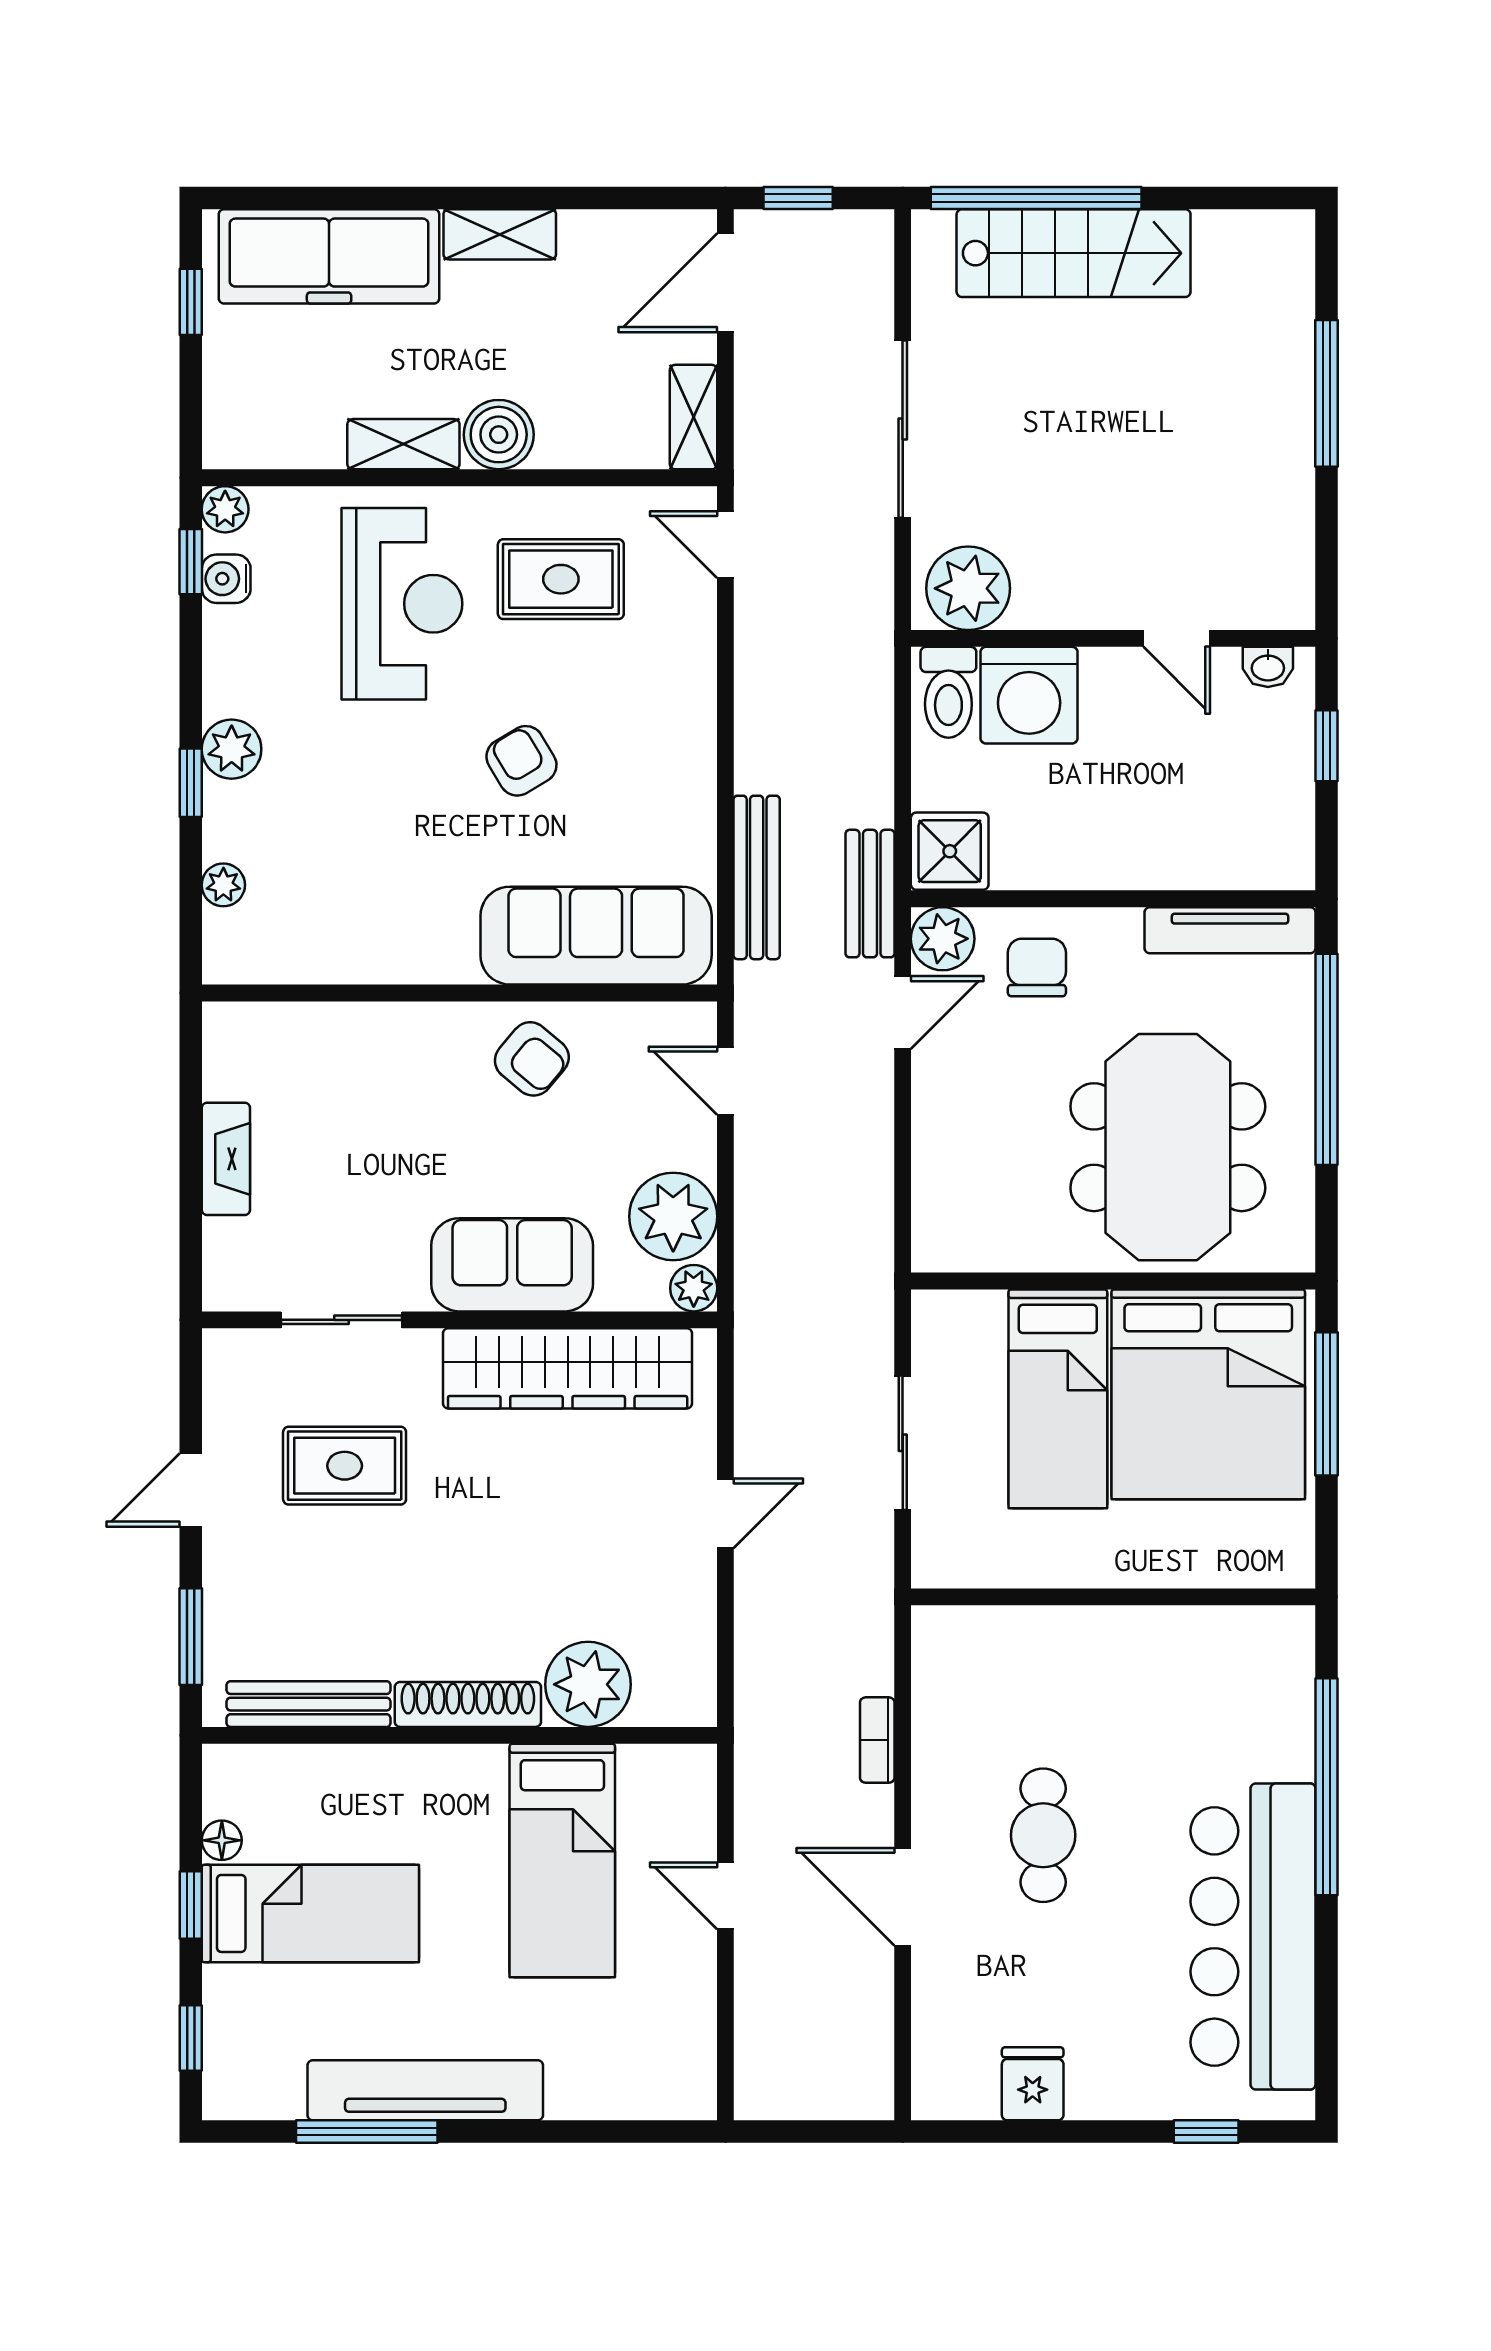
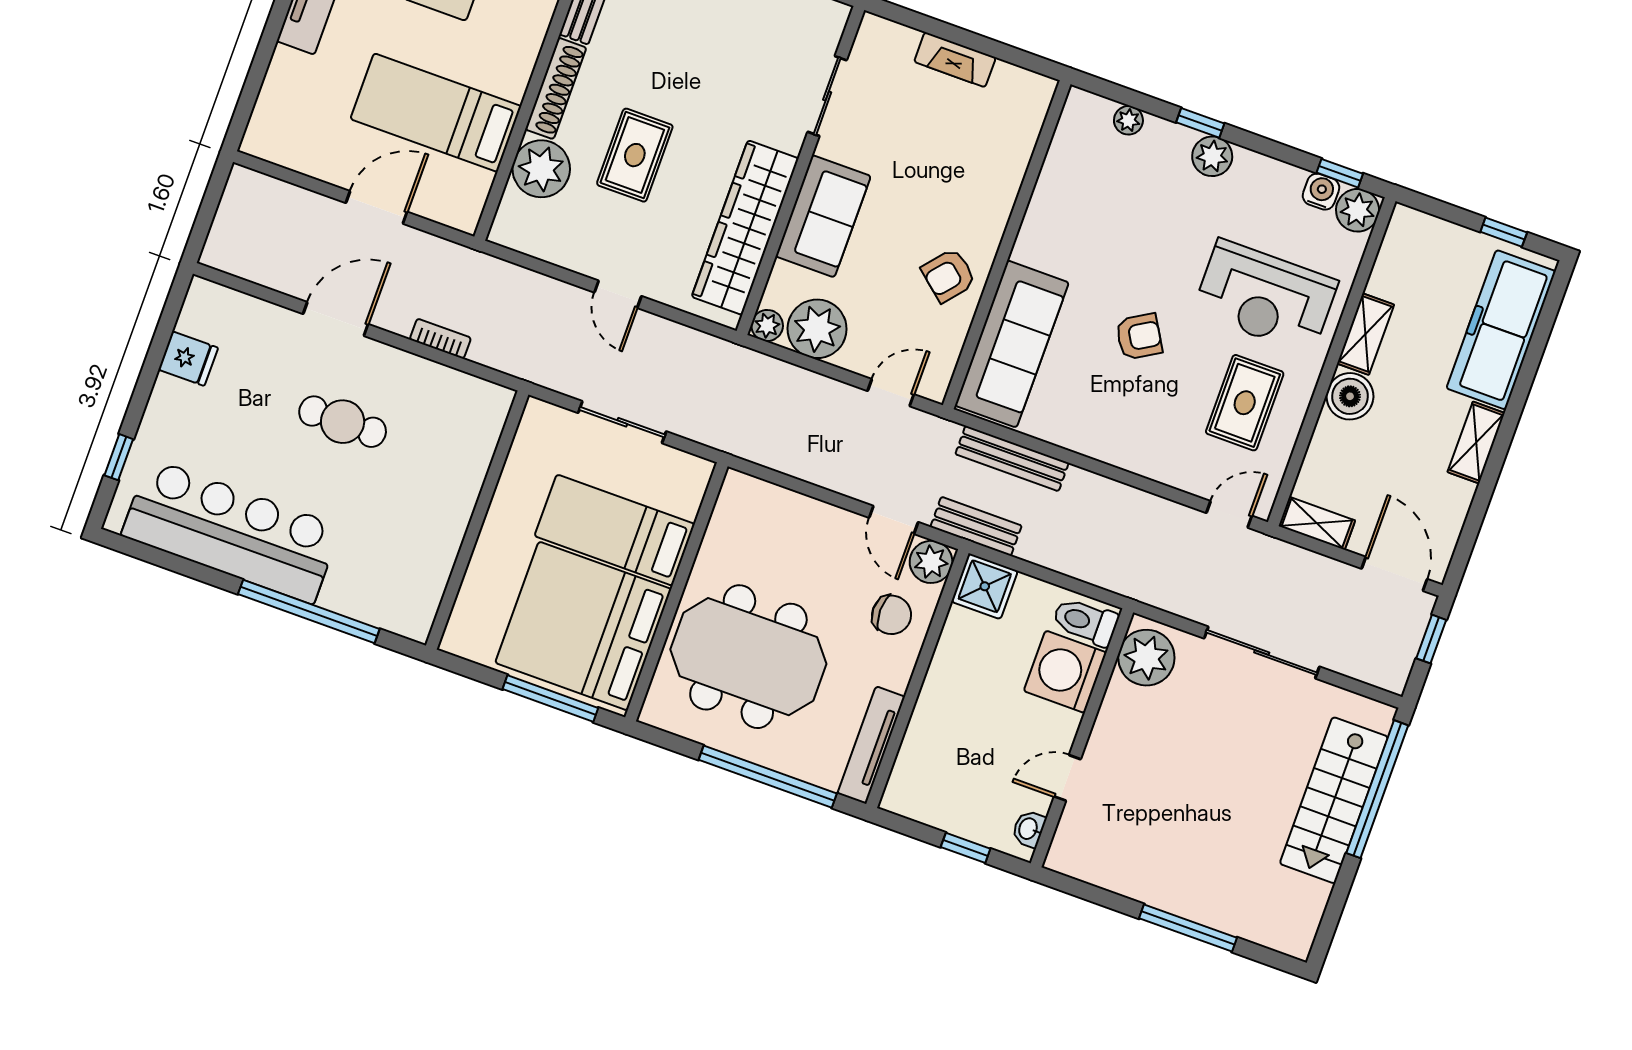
plant: (225, 509) -> (1358, 210), width x1.38, depth x1.38
rug: (345, 1466) -> (635, 155), moved
door: (725, 1896) -> (376, 207), width x1.38

